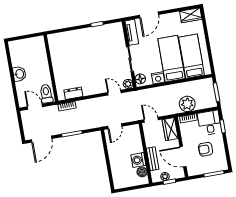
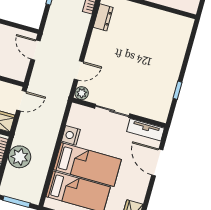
floor lamp: (140, 79) -> (80, 112), removed

